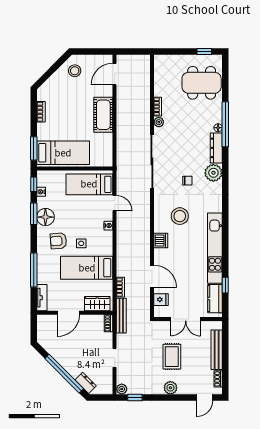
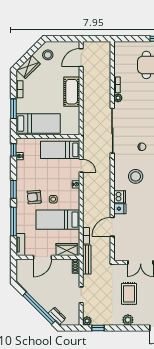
wardrobe: (52, 85) -> (29, 67), added
window: (34, 148) -> (13, 109), moved
window: (34, 214) -> (13, 189), moved
floor lamp: (45, 217) -> (23, 177), removed
door: (152, 276) -> (112, 227), swing flipped
fridge: (161, 300) -> (120, 209), moved

